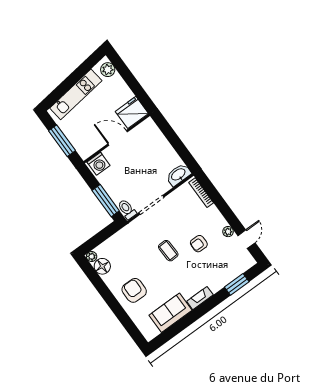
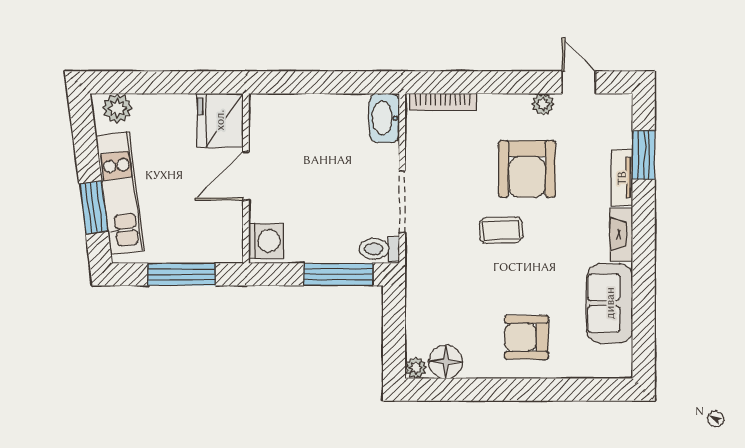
window: (63, 88) -> (94, 207), added
armchair: (199, 244) -> (527, 169), width x1.88, depth x1.88
tv unit: (222, 282) -> (622, 178), added

